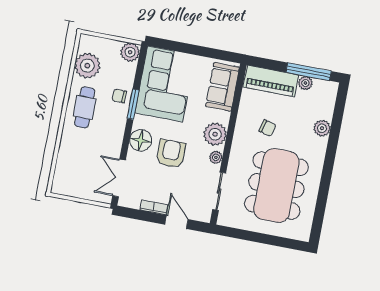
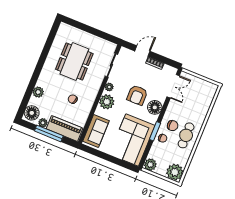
plant: (87, 66) -> (175, 172), moved
window: (309, 72) -> (49, 133), moved
floor lamp: (325, 95) -> (32, 113), added
chair: (108, 118) -> (173, 126), added
dining table: (276, 186) -> (74, 61), width x0.73, depth x0.80
door: (176, 222) -> (142, 51), swing flipped

